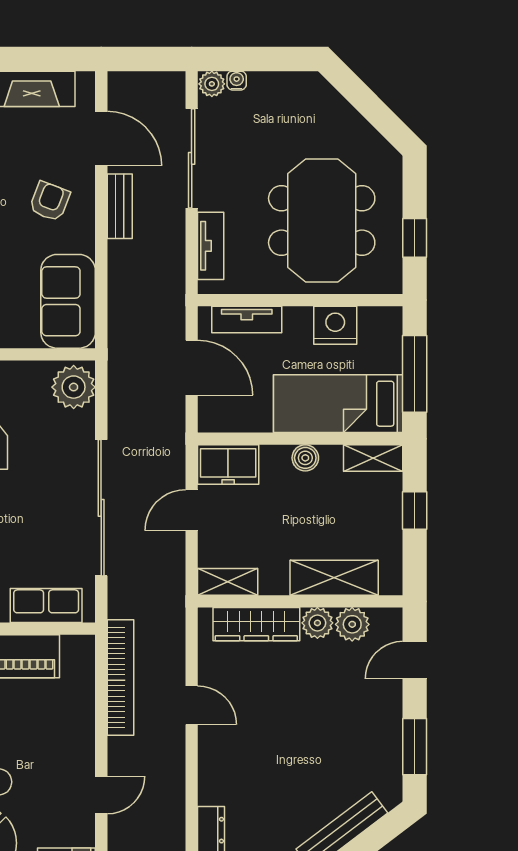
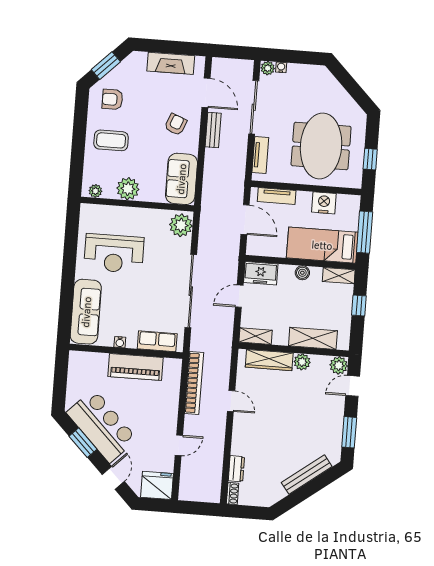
plant: (352, 624) -> (339, 365), moved

